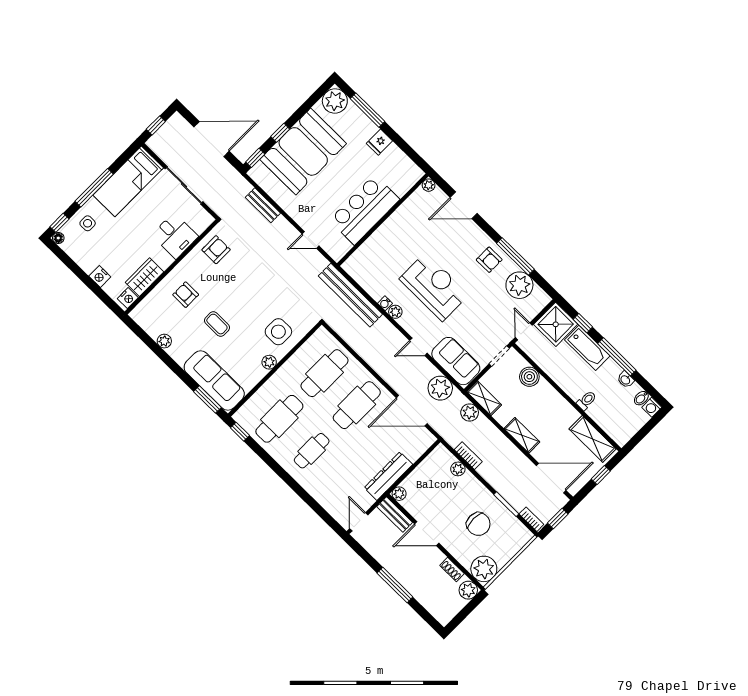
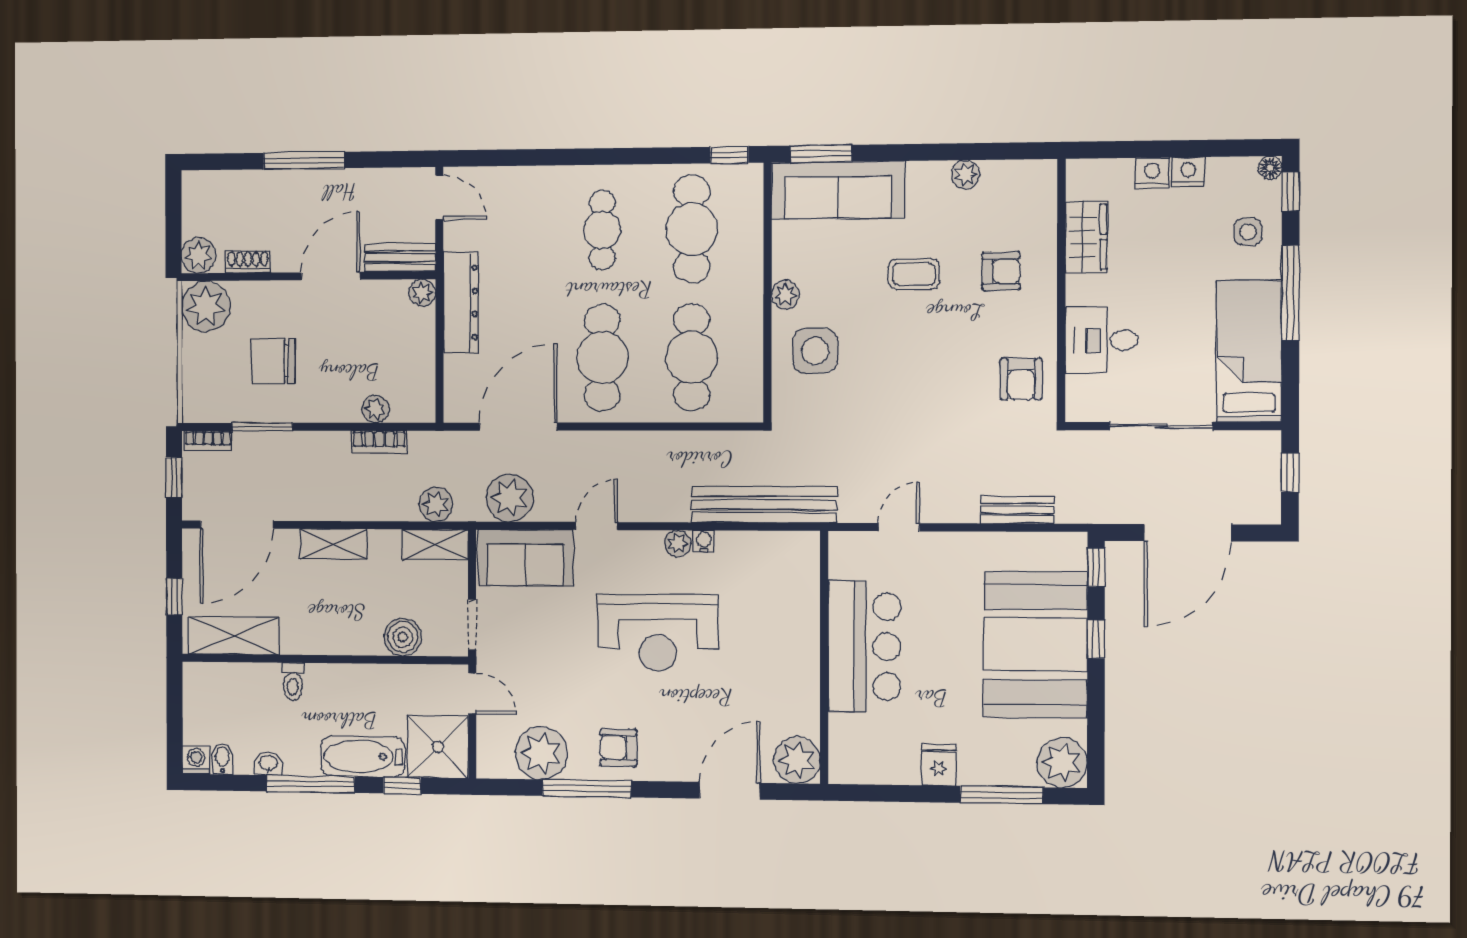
plant: (429, 185) -> (797, 760), width x1.88, depth x1.88
nightstand: (128, 298) -> (1188, 172), moved, turned 90

